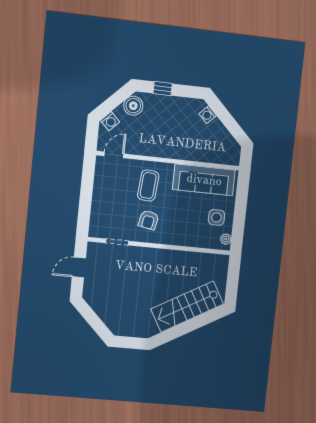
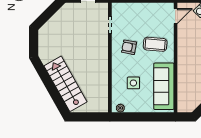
door: (114, 155) -> (175, 16), hinge flipped
side table: (216, 217) -> (133, 83), moved

